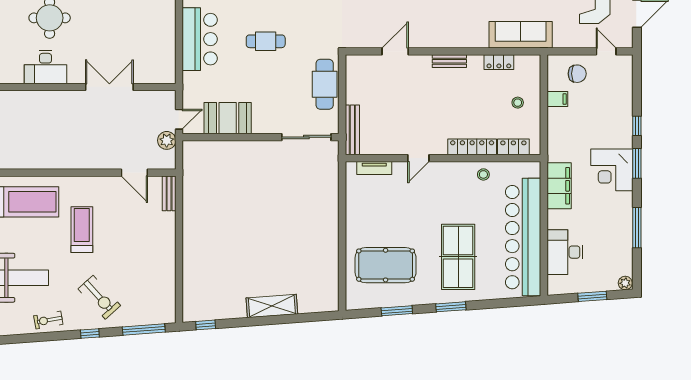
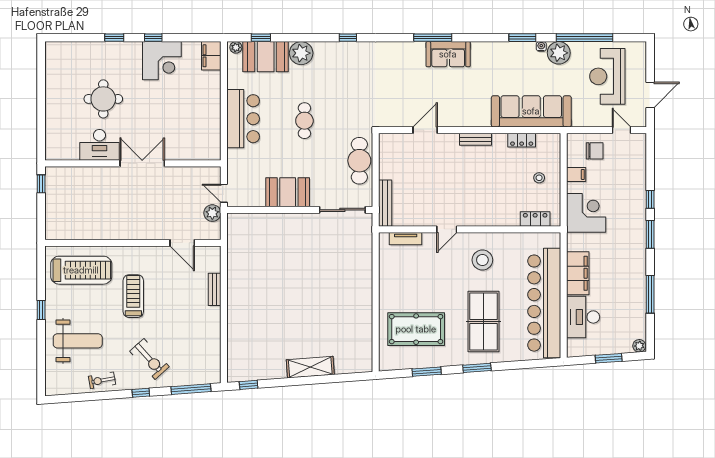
sofa: (521, 35) -> (531, 111), width x1.36, depth x1.27
cafe table: (266, 41) -> (304, 121), turned 90
double door: (109, 87) -> (142, 163), moved
booth: (228, 118) -> (288, 192), moved
door: (179, 119) -> (224, 193), swing flipped
locker: (472, 147) -> (497, 219), removed
corner desk: (612, 170) -> (586, 213), moved, turned 180
stool: (483, 174) -> (482, 260), moved, width x1.89, depth x1.89
filing cabinet: (559, 186) -> (578, 273), moved
bench: (169, 193) -> (215, 289), moved

